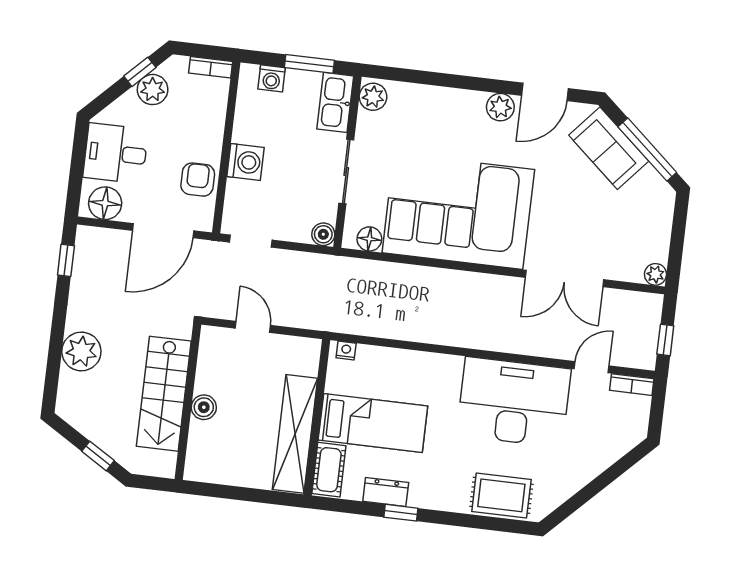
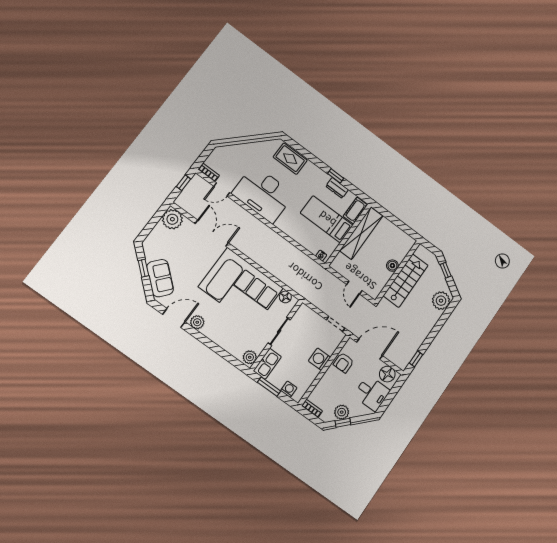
window: (647, 150) -> (143, 268), width x0.46
boiler: (323, 234) -> (304, 310), removed
plant: (655, 274) -> (172, 219), width x1.88, depth x1.88
plant: (81, 351) -> (441, 301), moved

